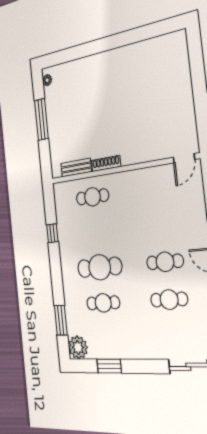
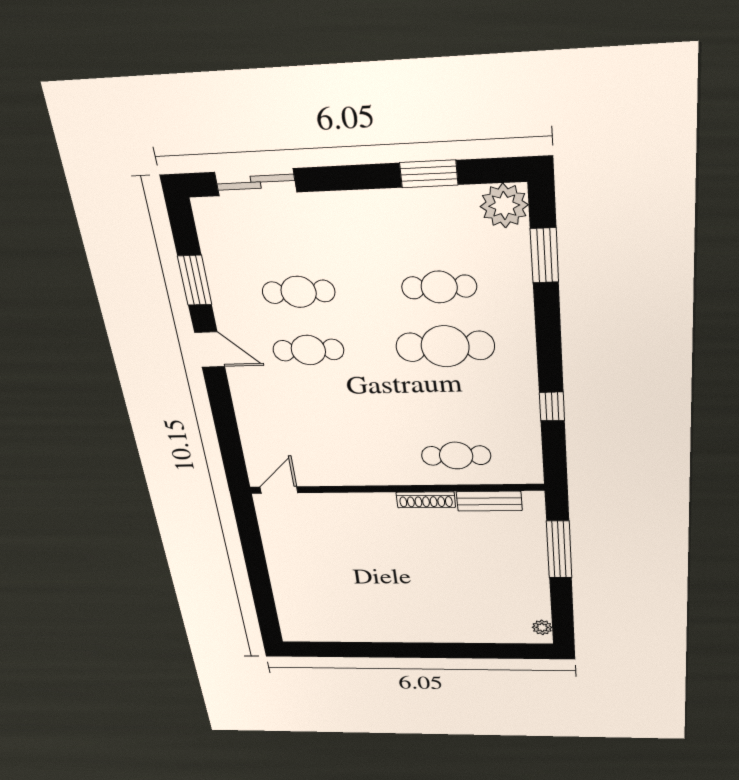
window: (41, 120) -> (559, 550), moved

